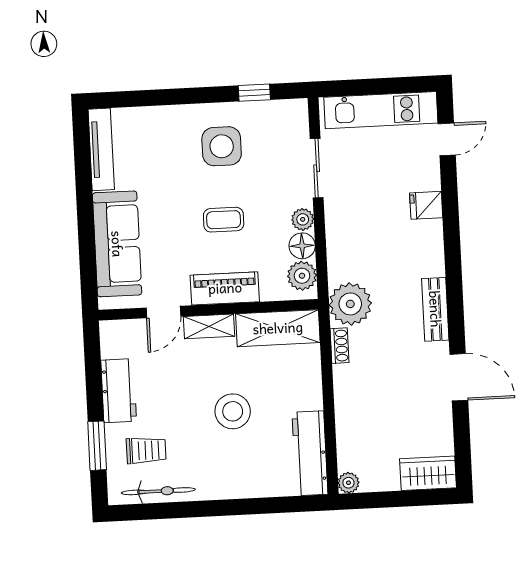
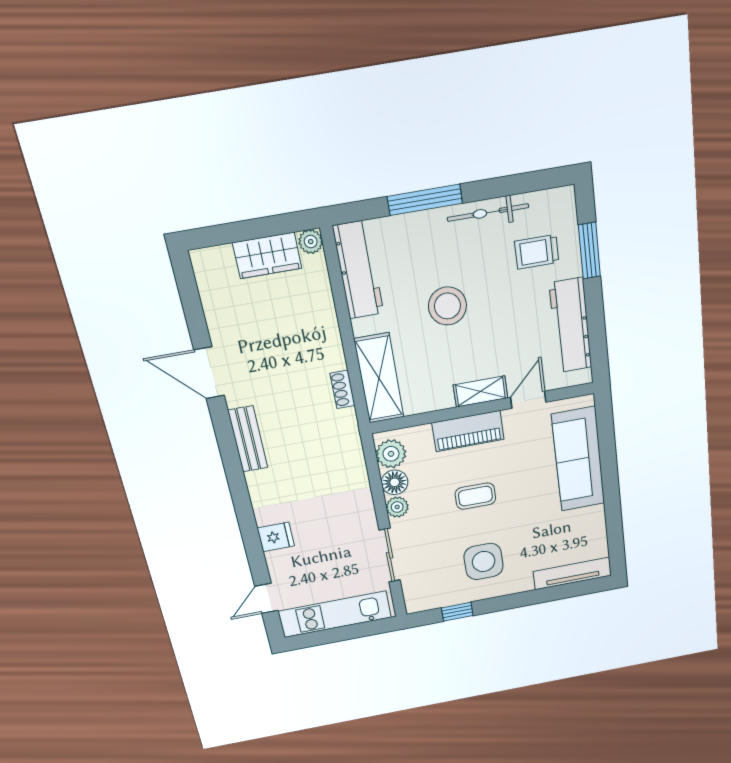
tv unit: (101, 149) -> (572, 573), moved, turned 90
plant: (350, 304) -> (338, 433), removed
shelving: (278, 328) -> (379, 378), moved, turned 90
workbench: (119, 391) -> (571, 326), width x1.38
wardrobe: (428, 473) -> (267, 255), moved
bicycle: (158, 491) -> (488, 213), moved
window: (243, 507) -> (425, 200), added

